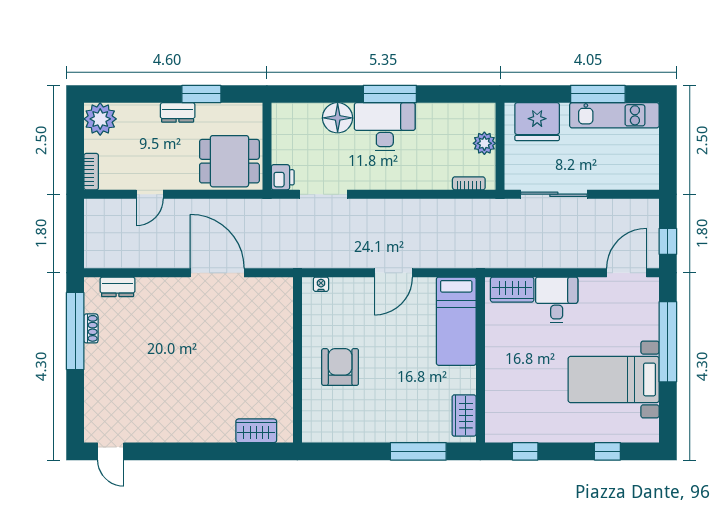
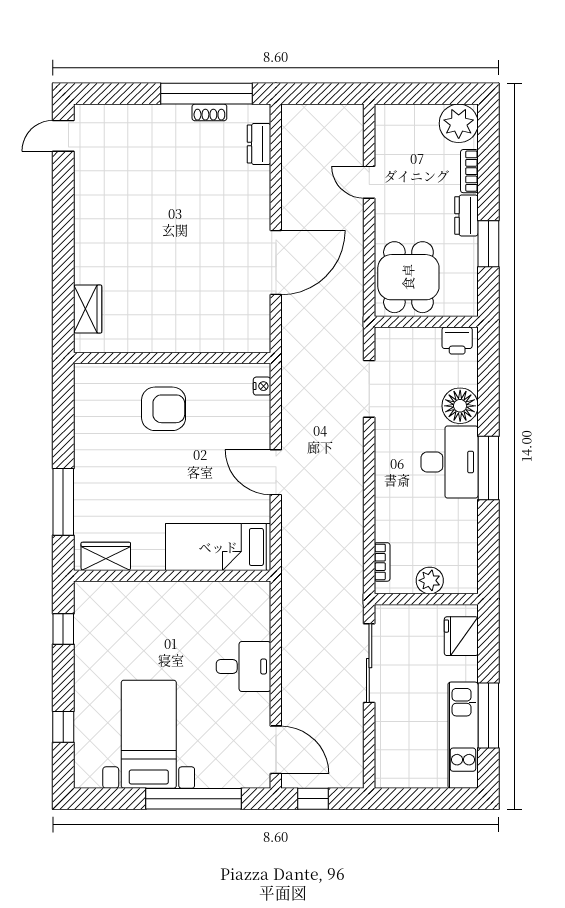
fridge: (537, 122) -> (461, 636), width x0.73, depth x0.75
bookcase: (91, 172) -> (469, 171), moved, turned 90
printer: (283, 177) -> (457, 341), moved
wardrobe: (512, 290) -> (256, 613), removed

